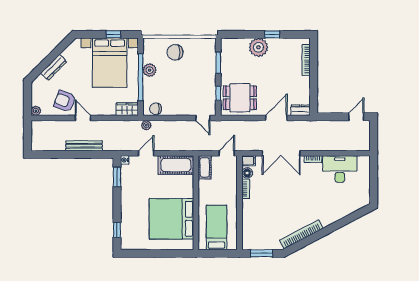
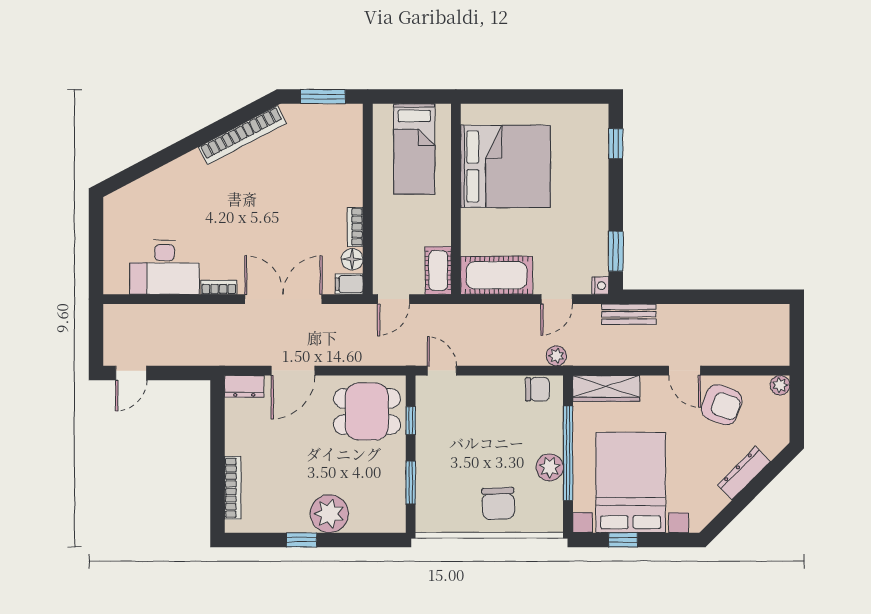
chair: (175, 52) -> (498, 503), turned 88
wardrobe: (127, 109) -> (606, 388), width x1.50
bench: (84, 146) -> (629, 314), moved, width x0.73

